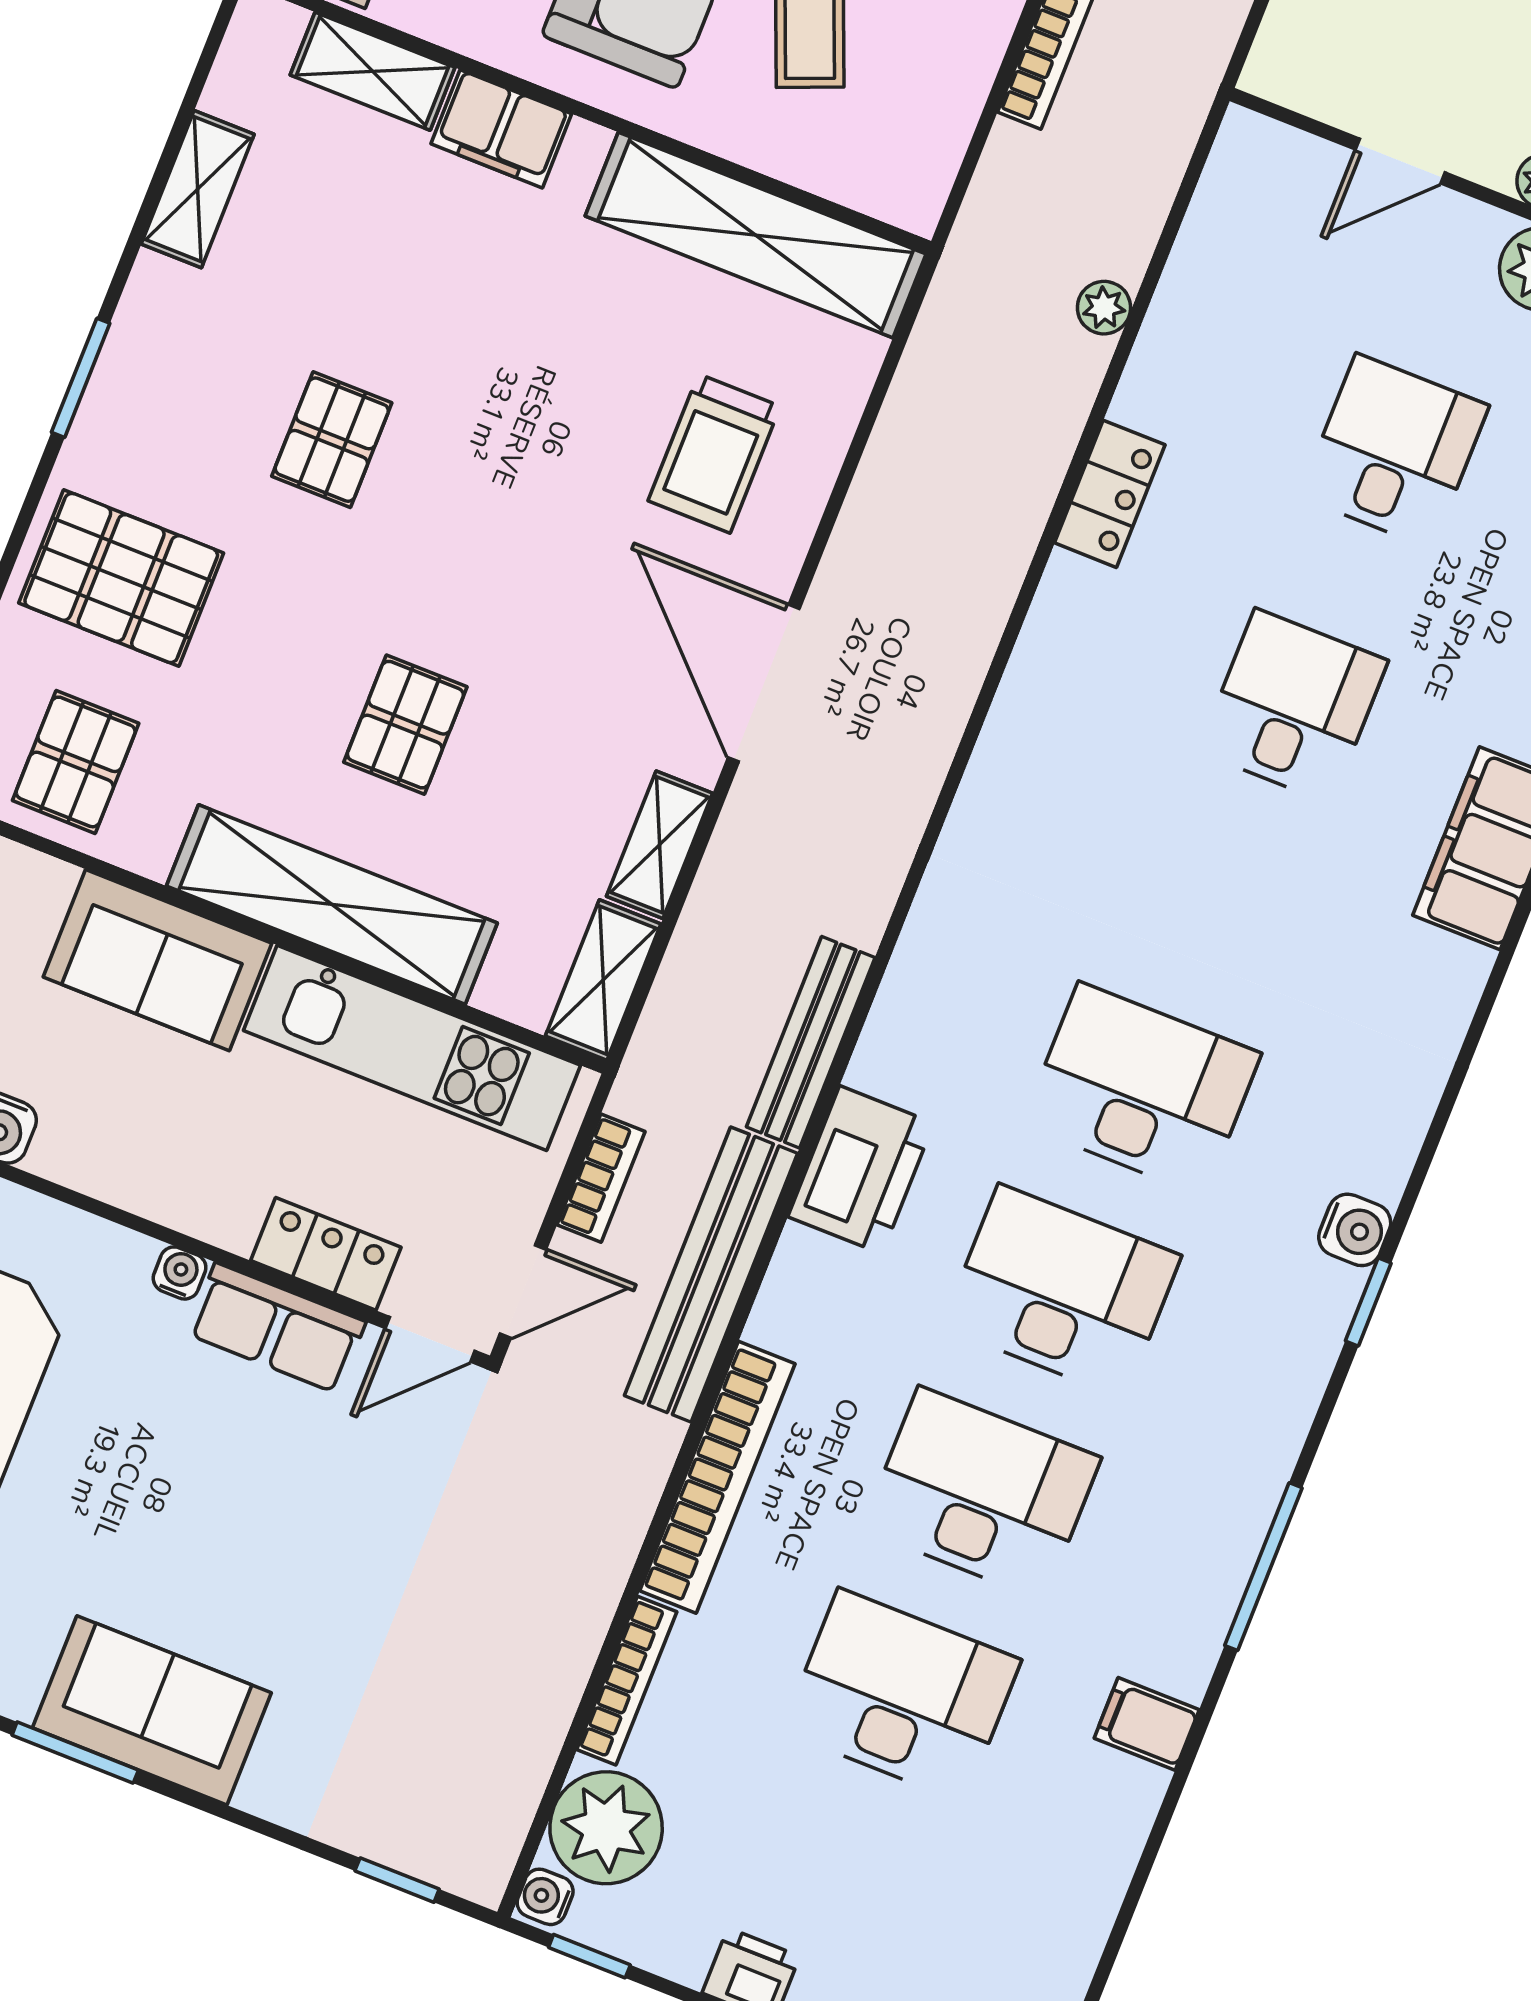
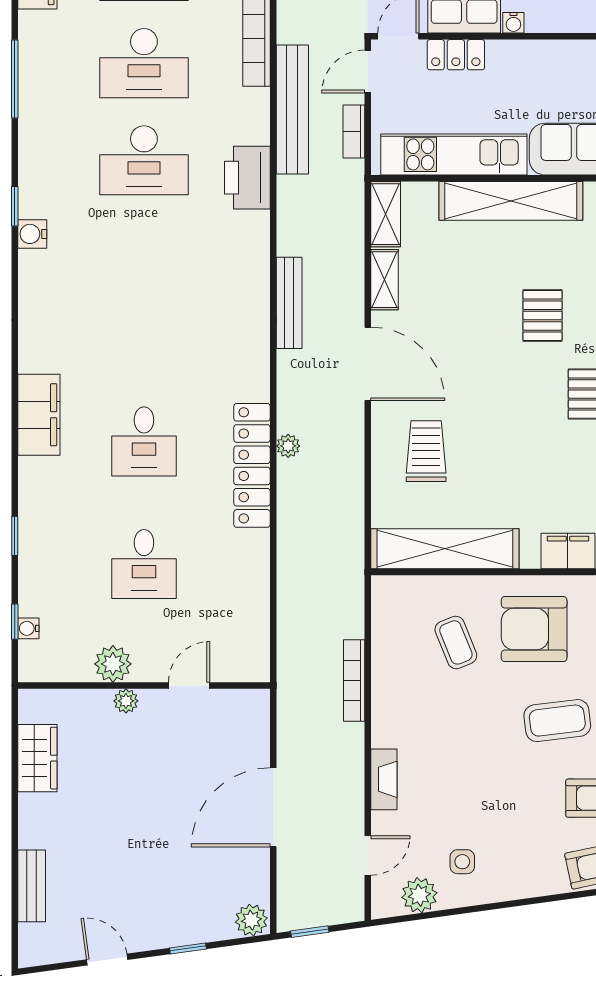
plant: (1104, 308) -> (288, 446), moved
locker: (1110, 494) -> (252, 465), width x2.16, depth x1.21
pallet: (405, 725) -> (542, 316), moved
bench: (811, 1042) -> (289, 303), moved
desk: (1142, 1089) -> (144, 257), removed

